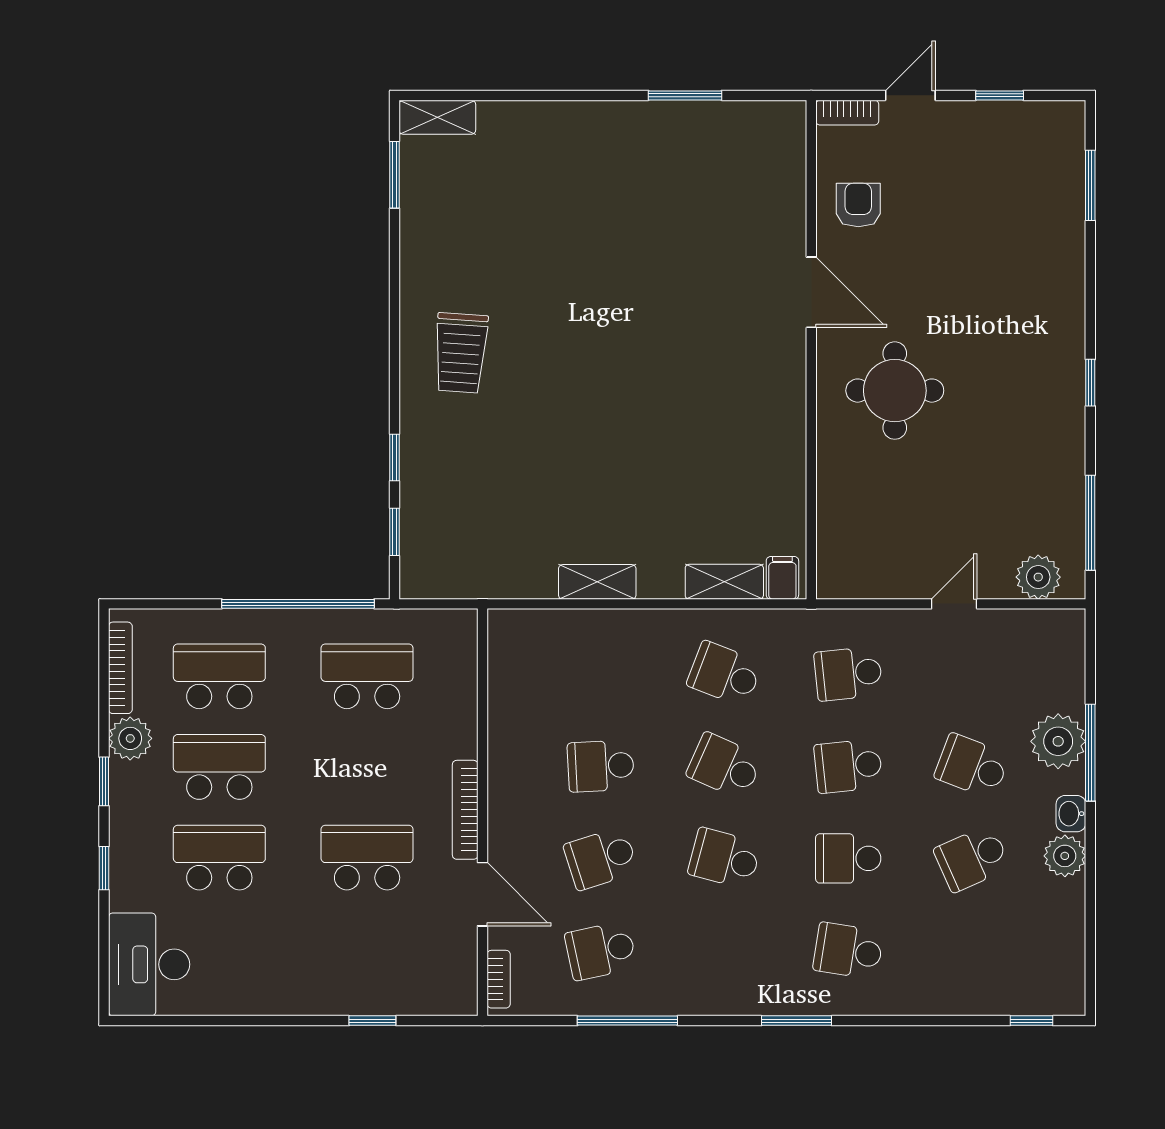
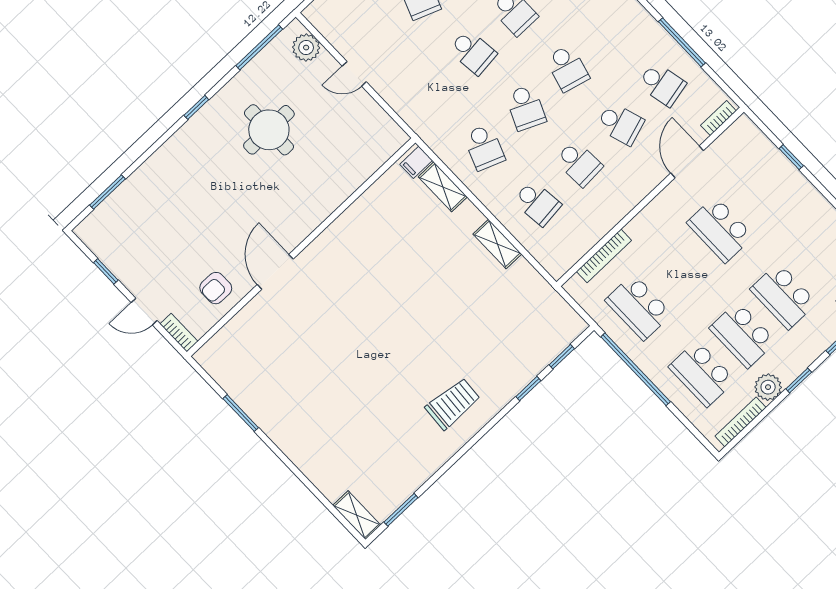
round table: (895, 391) -> (269, 130), moved
school desk: (848, 674) -> (537, 203), moved
bookcase: (465, 810) -> (604, 256), moved

